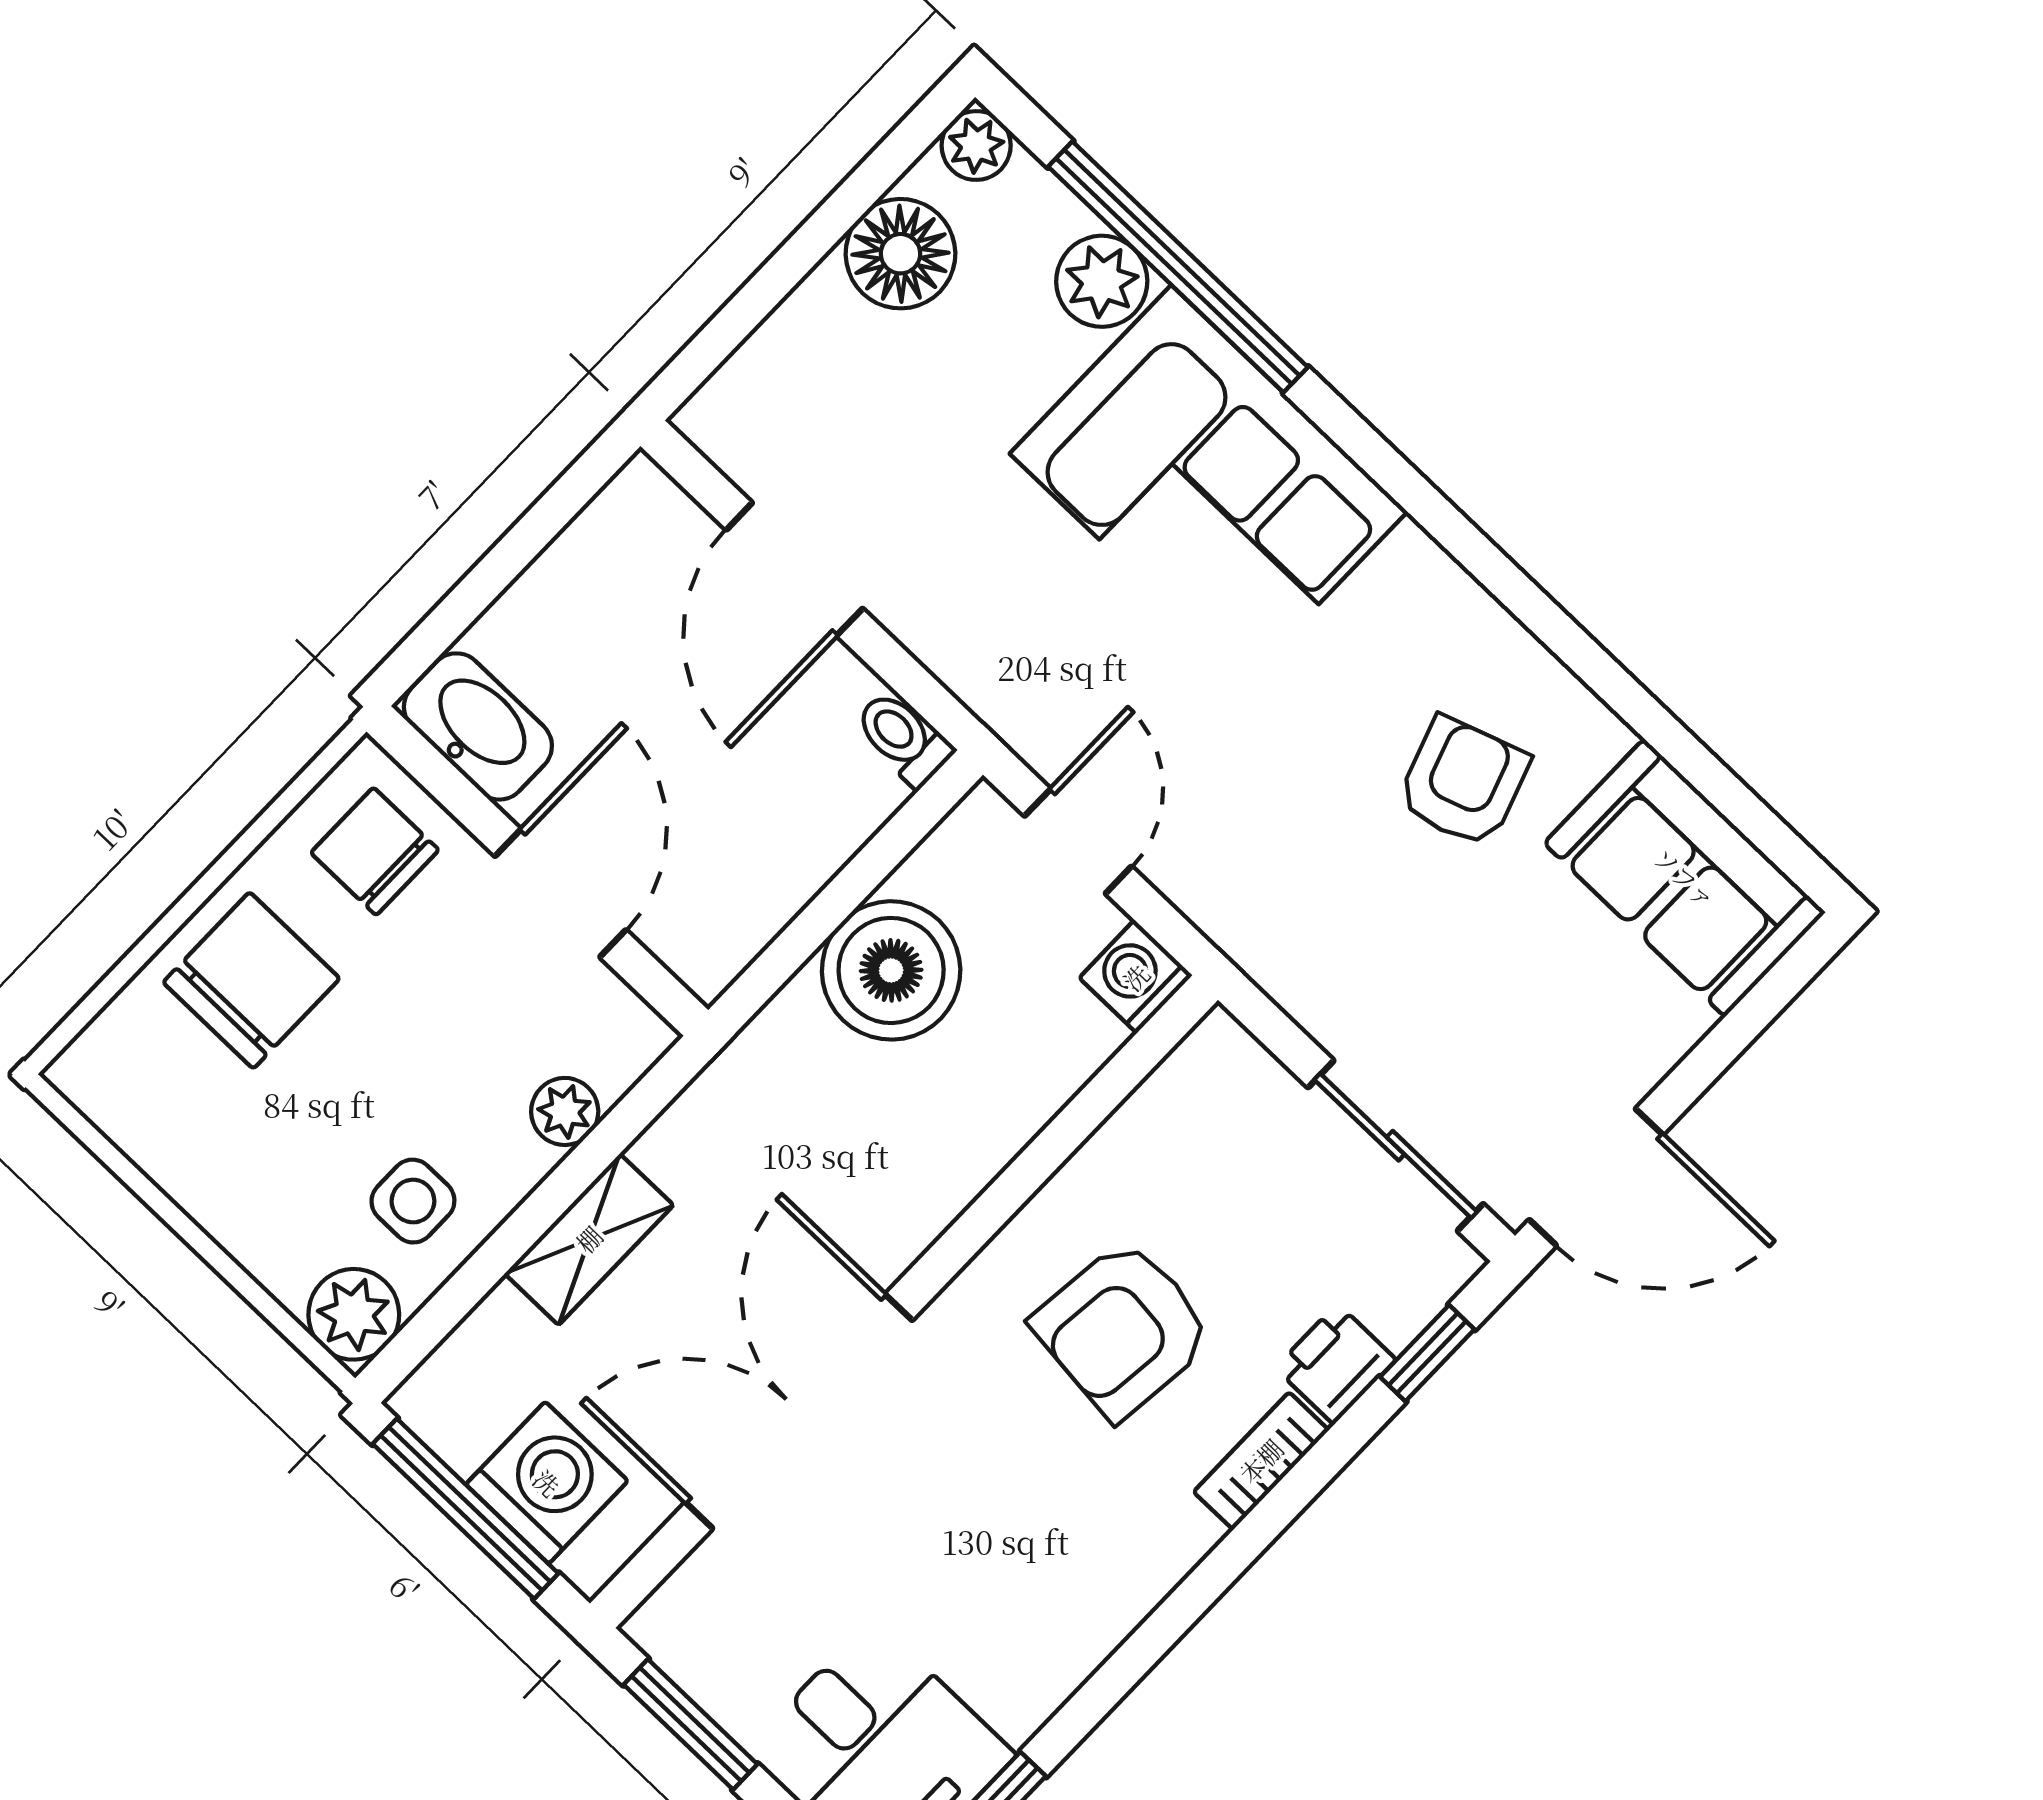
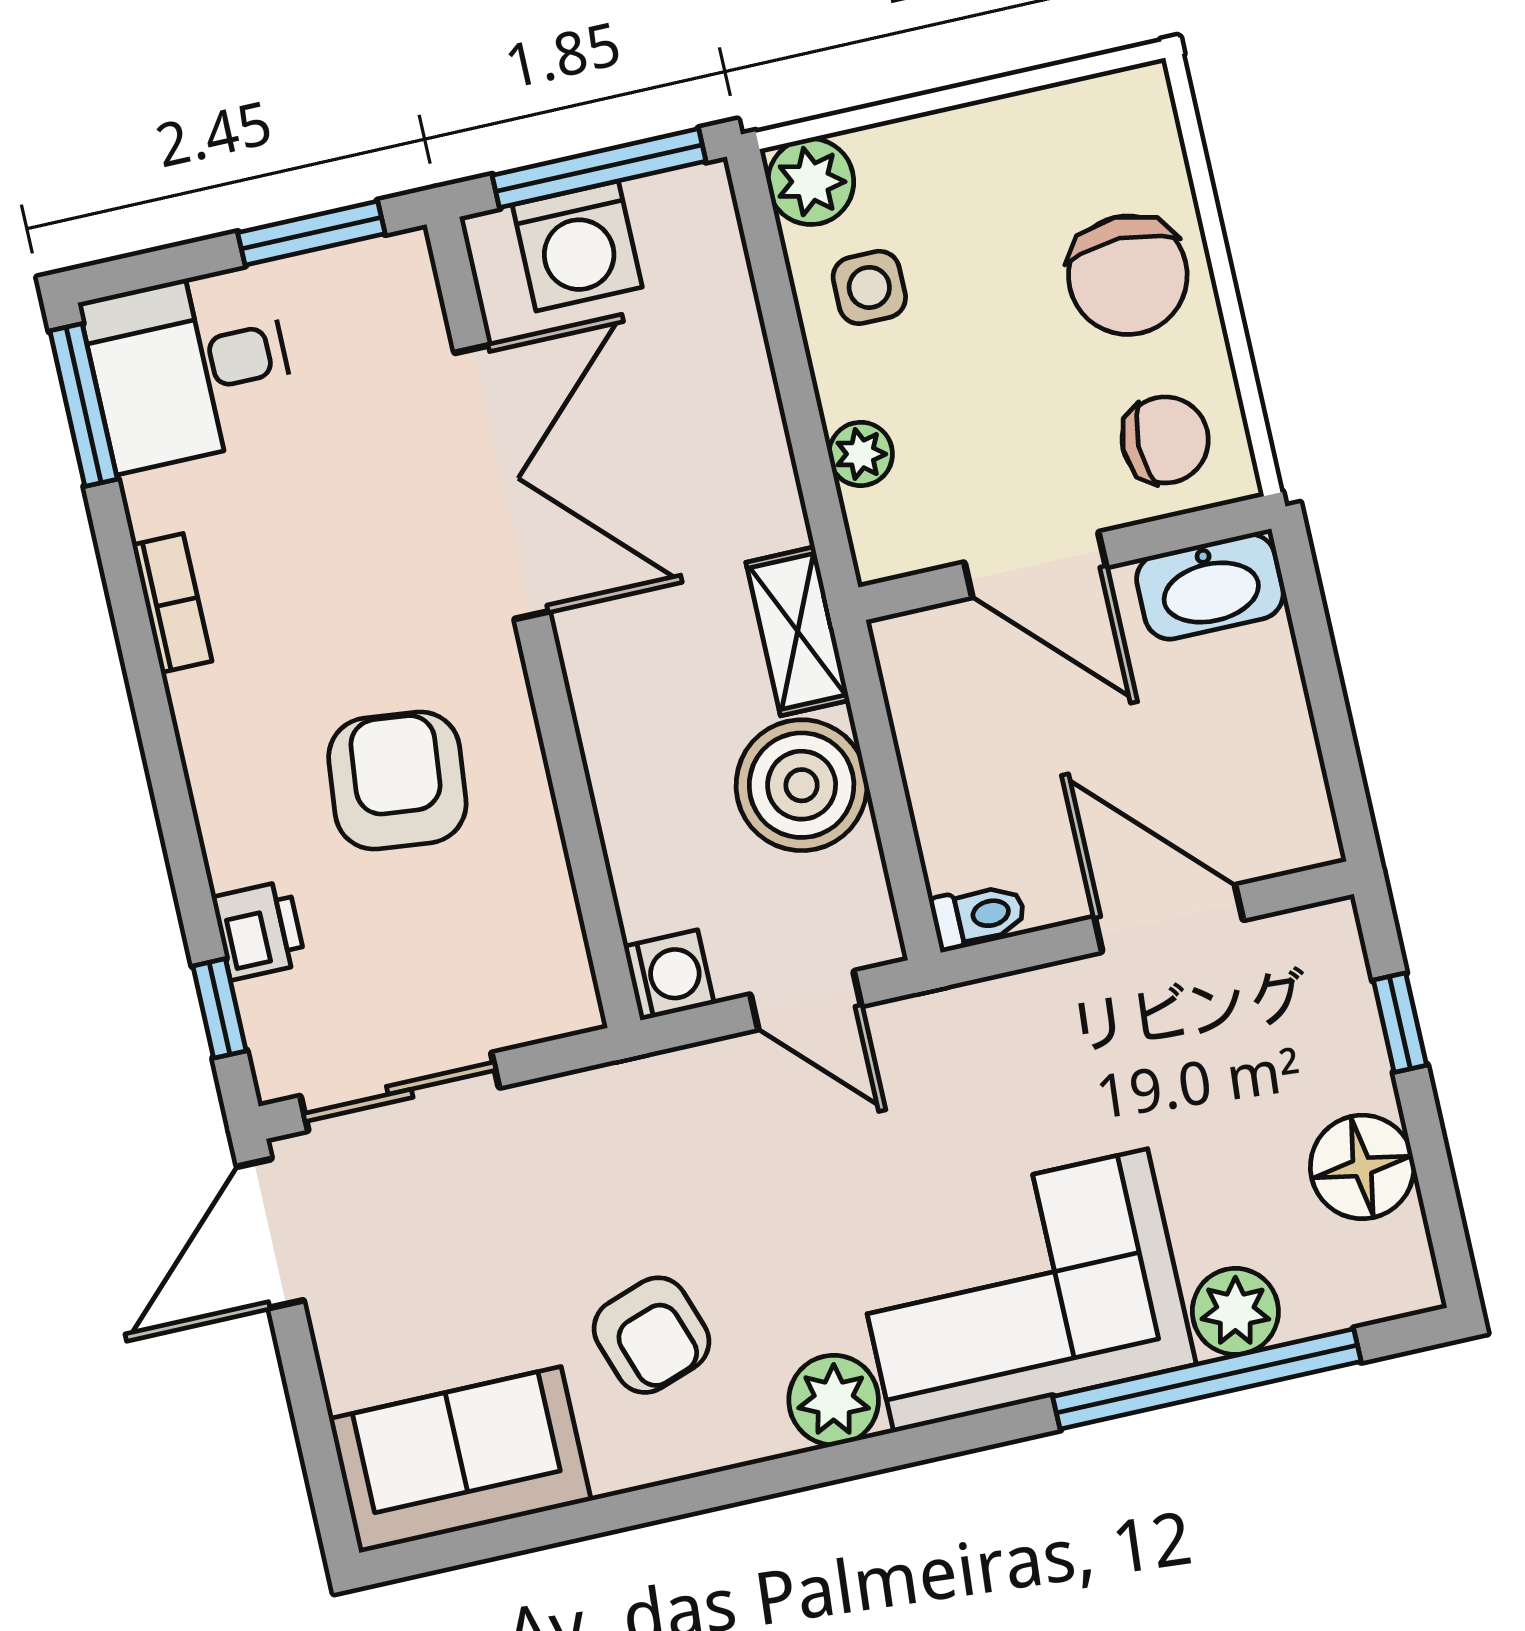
plant: (976, 146) -> (834, 1400), moved, width x1.38, depth x1.38
window: (751, 305) -> (1400, 1023), added
shelving: (589, 1239) -> (798, 631), moved
bookcase: (1261, 1461) -> (172, 603), moved

